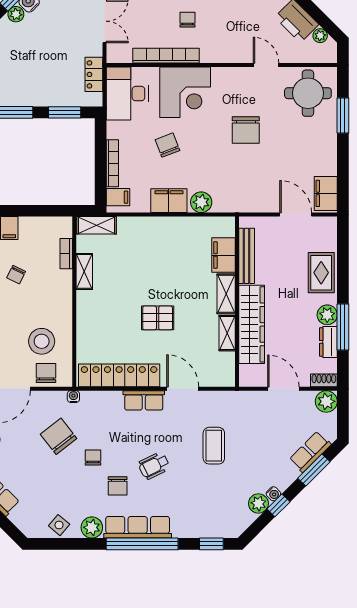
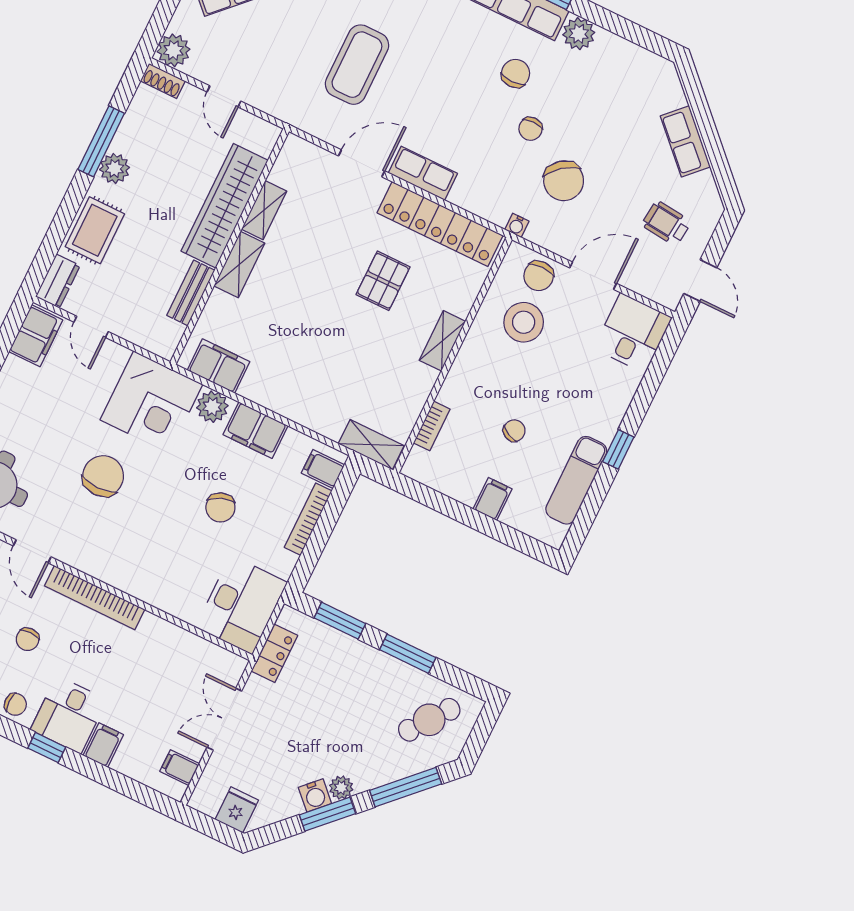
chair: (188, 20) -> (28, 639), moved
bookcase: (166, 56) -> (95, 598), moved
corner desk: (185, 92) -> (151, 402), moved, turned 180
door: (296, 215) -> (91, 327), width x0.73
filing cabinet: (223, 255) -> (219, 366), moved, turned -90
bench: (247, 256) -> (191, 293), width x0.73
shelving: (84, 271) -> (442, 341), moved
pallet: (158, 318) -> (383, 281), moved, turned 90
dresser: (328, 342) -> (58, 281), moved
door: (183, 389) -> (362, 163), swing flipped
door: (283, 389) -> (224, 96), width x0.73
coffee table: (214, 446) -> (357, 65), width x1.36, depth x1.32
wheelchair: (154, 466) -> (452, 77), removed
side table: (59, 525) -> (622, 59), removed

